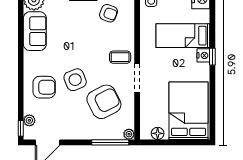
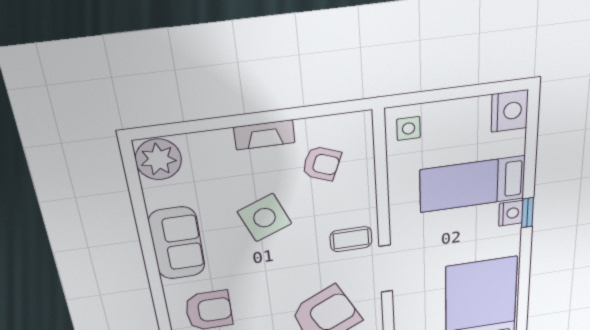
sofa: (35, 31) -> (177, 243), moved
side table: (75, 80) -> (265, 218), moved

